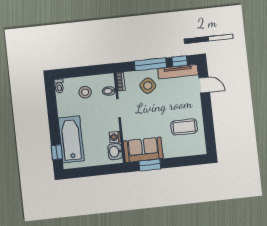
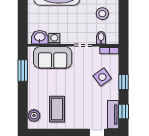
window: (150, 64) -> (123, 82), width x0.46
tv unit: (178, 72) -> (113, 115), width x0.71
plant: (193, 149) -> (34, 116), added
sofa: (143, 150) -> (53, 57), moved, turned 90

